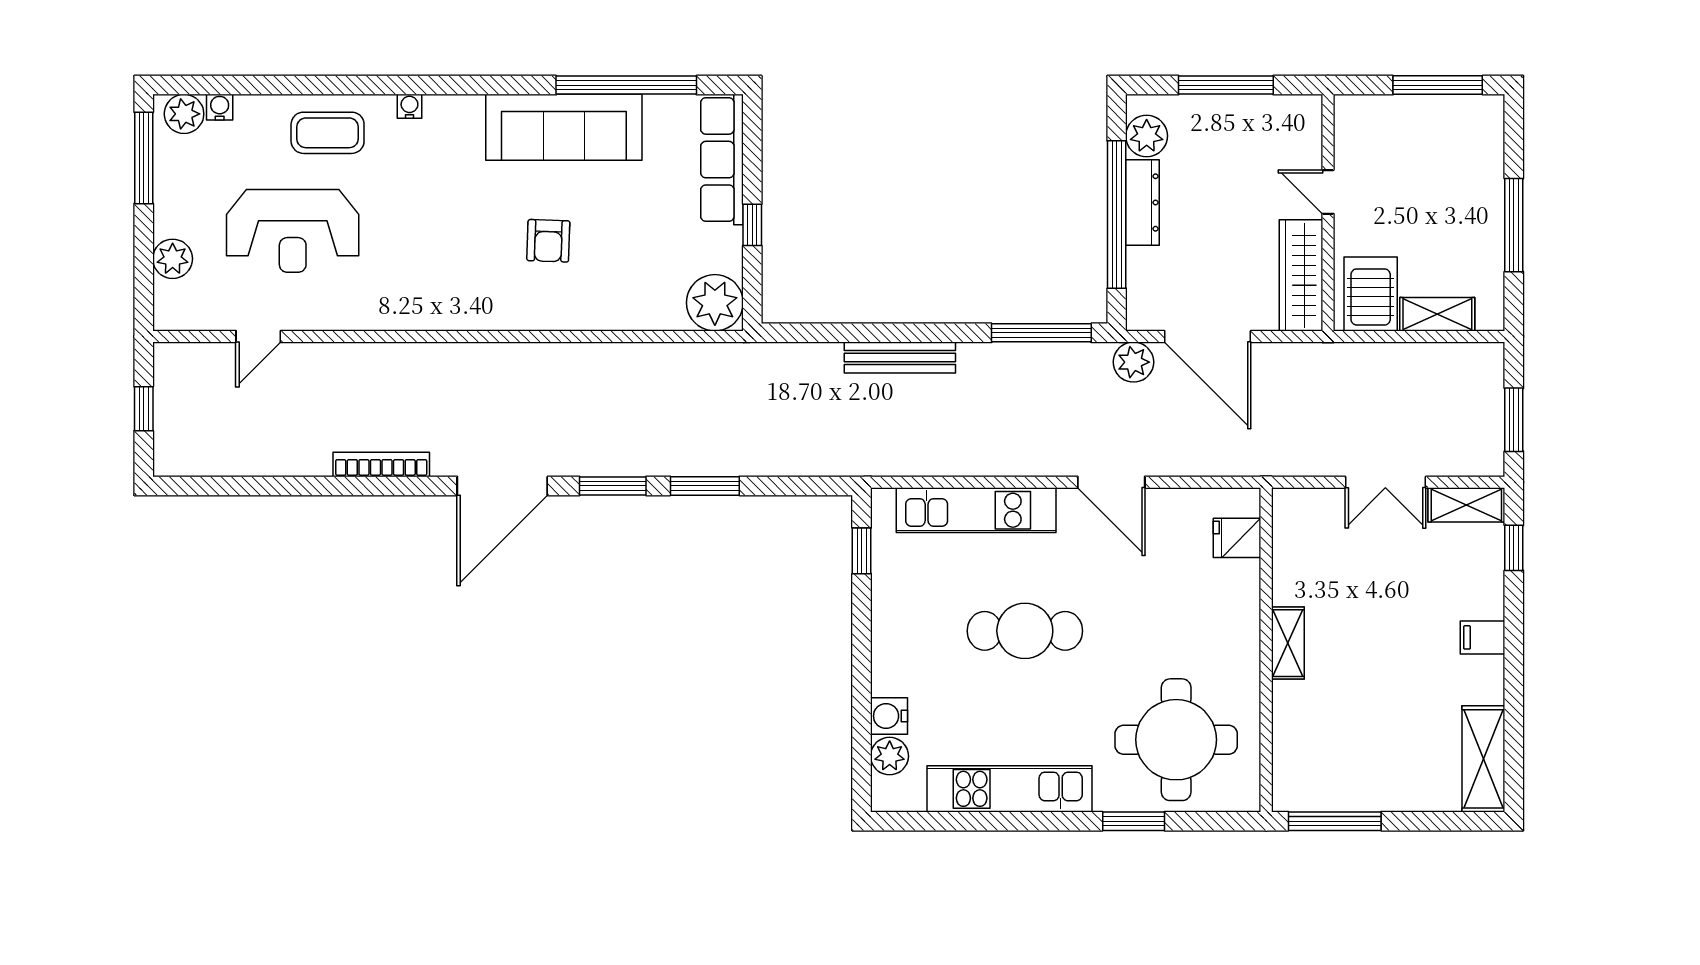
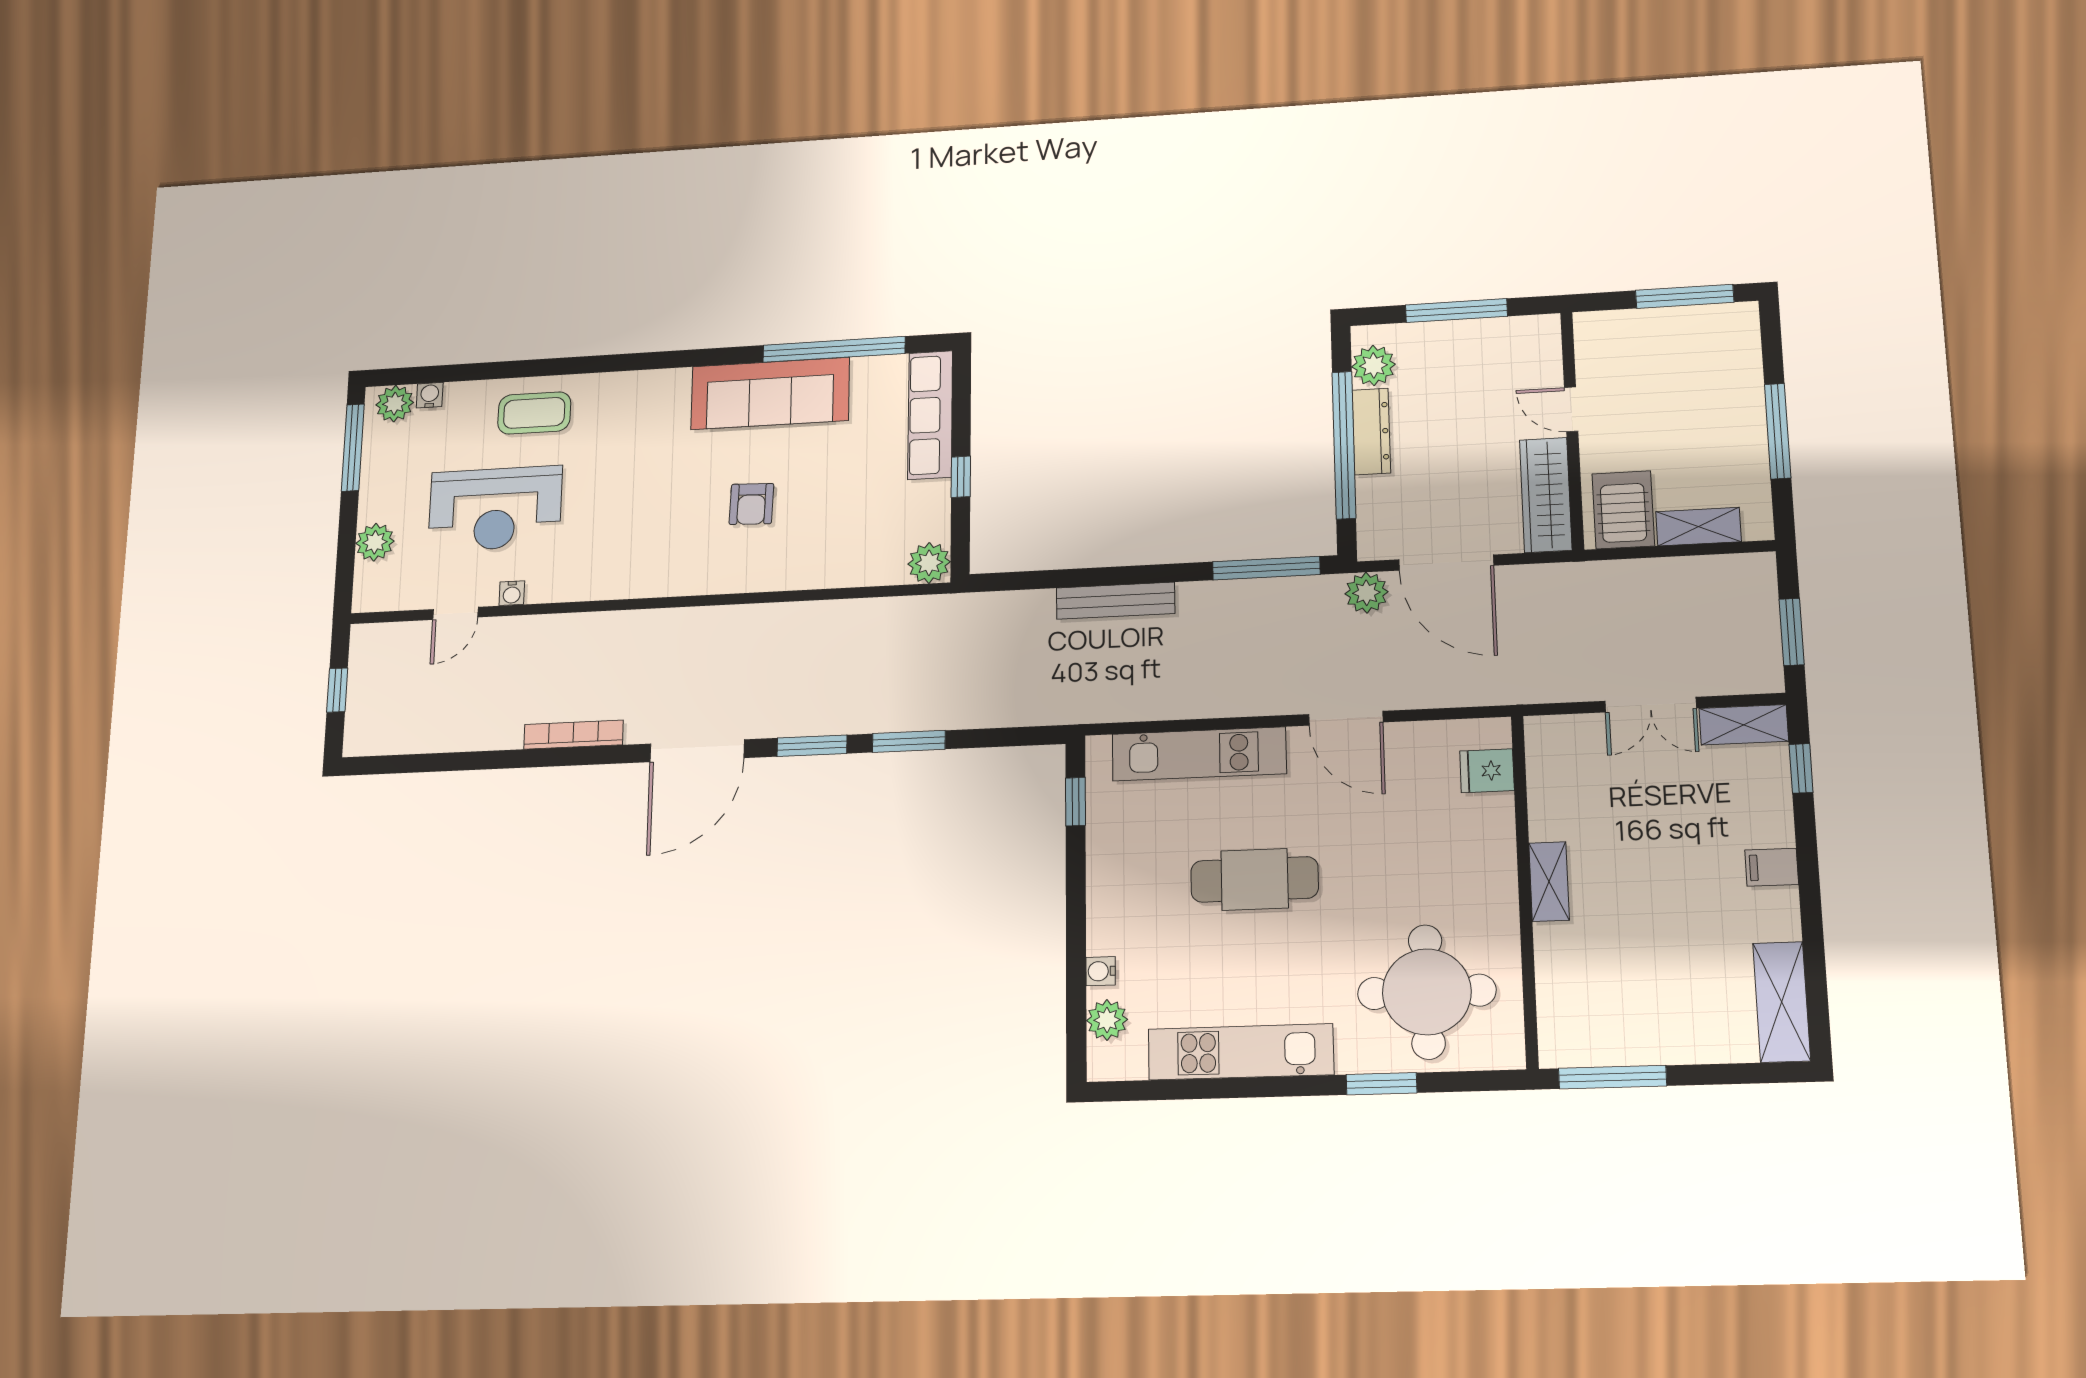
water cooler: (409, 106) -> (512, 593), moved, turned 180
plant: (715, 303) -> (929, 563), width x0.73, depth x0.73
water cooler: (889, 716) -> (1101, 971), width x0.72, depth x0.72

